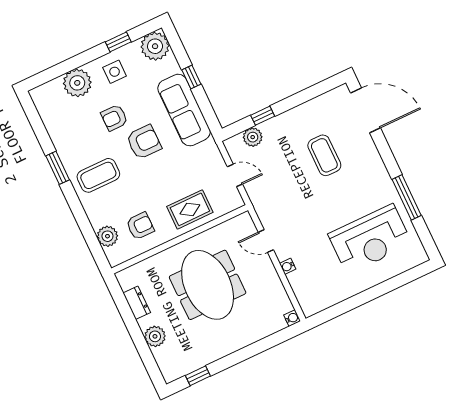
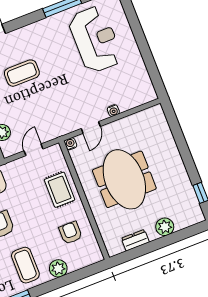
plant: (107, 236) -> (58, 268), moved
meeting table: (208, 285) -> (124, 179), turned 90
water cooler: (292, 318) -> (70, 144), moved

